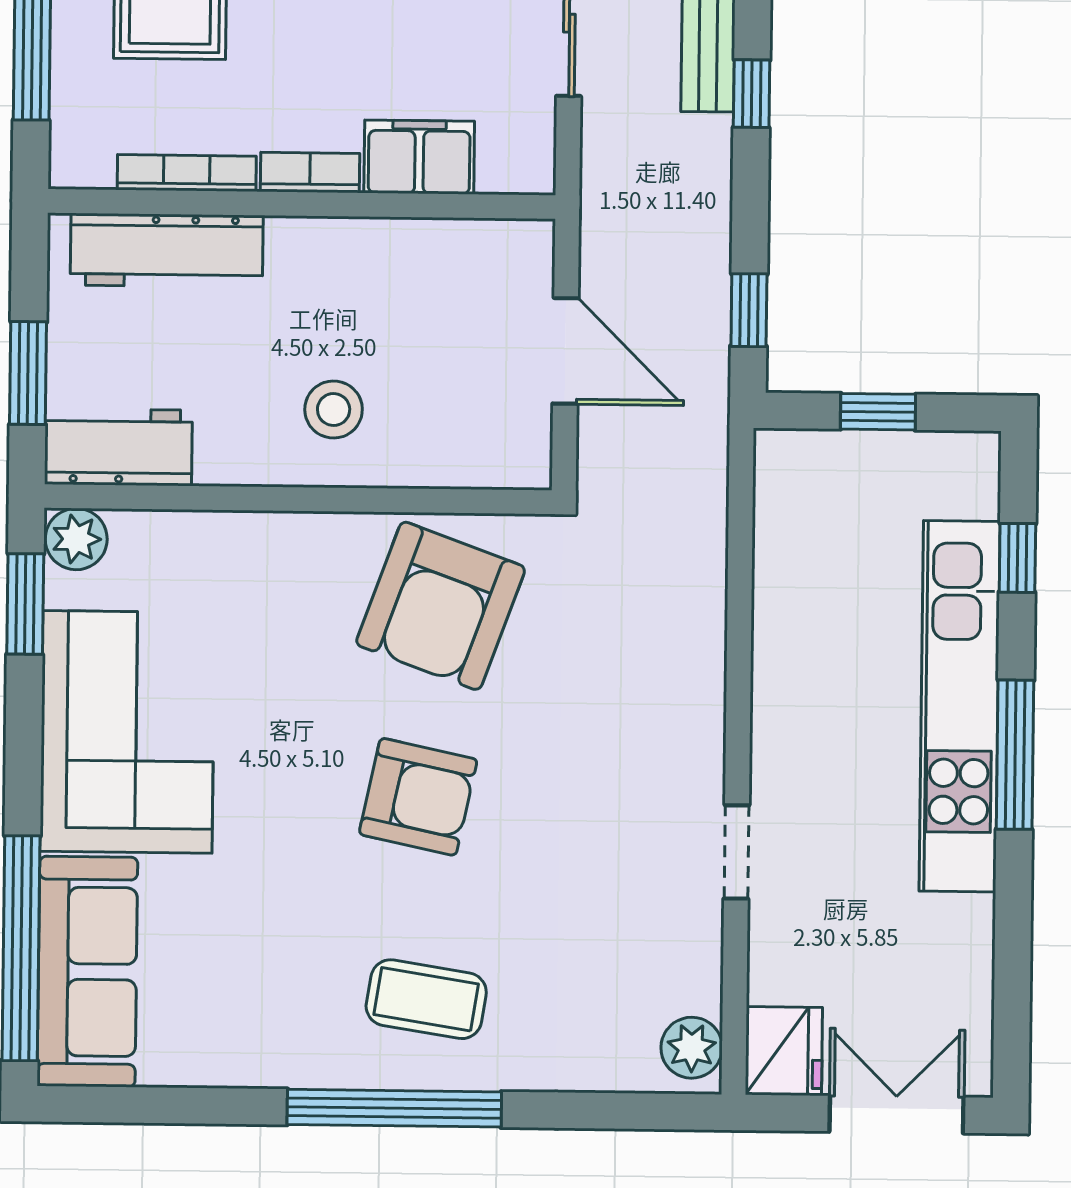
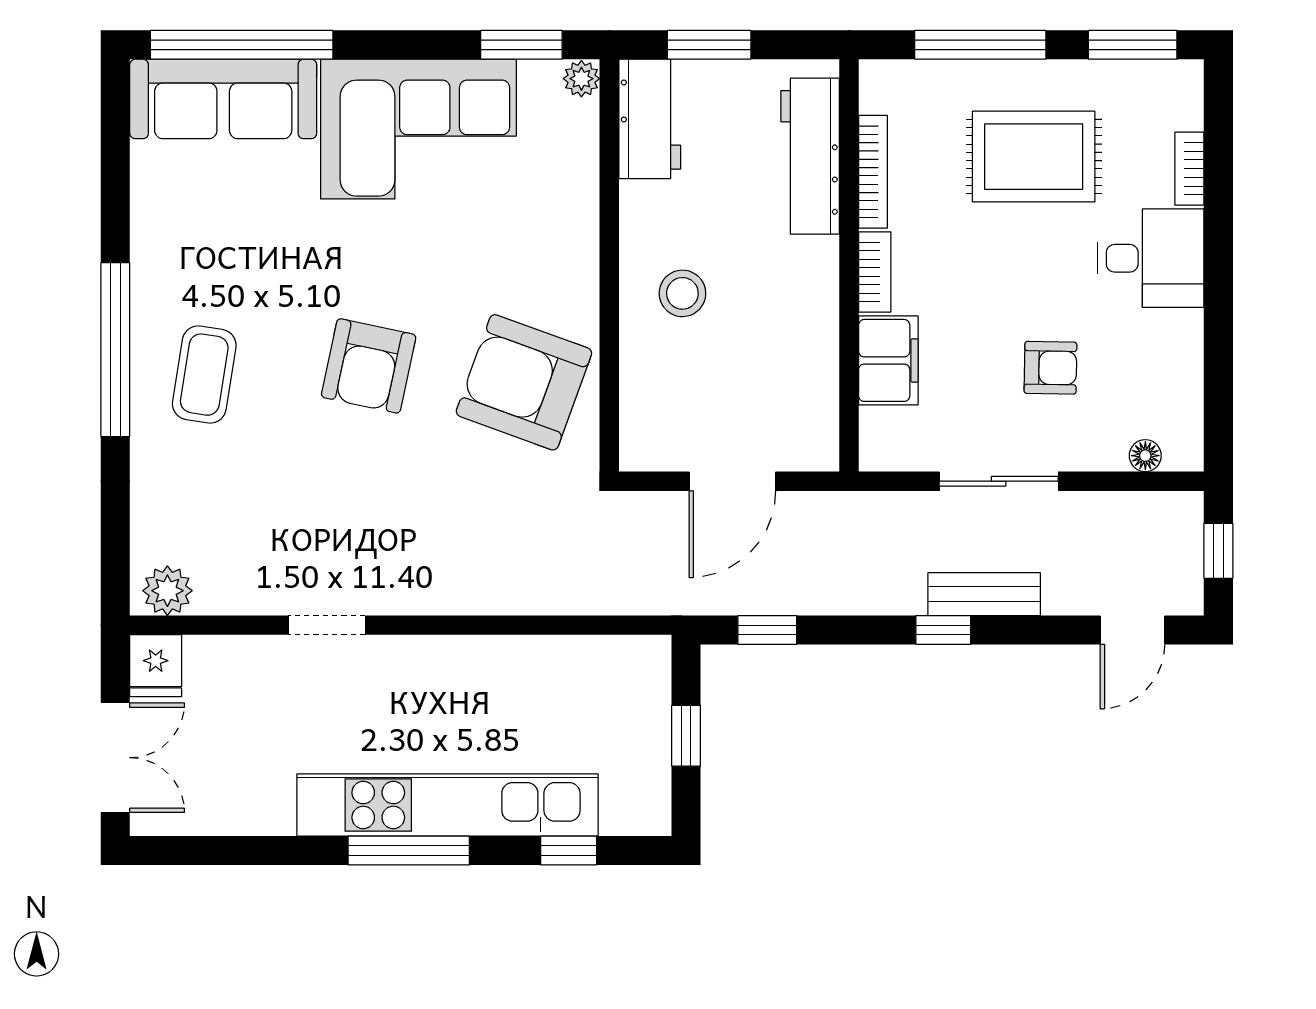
plant: (76, 539) -> (581, 79), width x0.73, depth x0.73
fridge: (784, 1051) -> (156, 666), width x0.72

